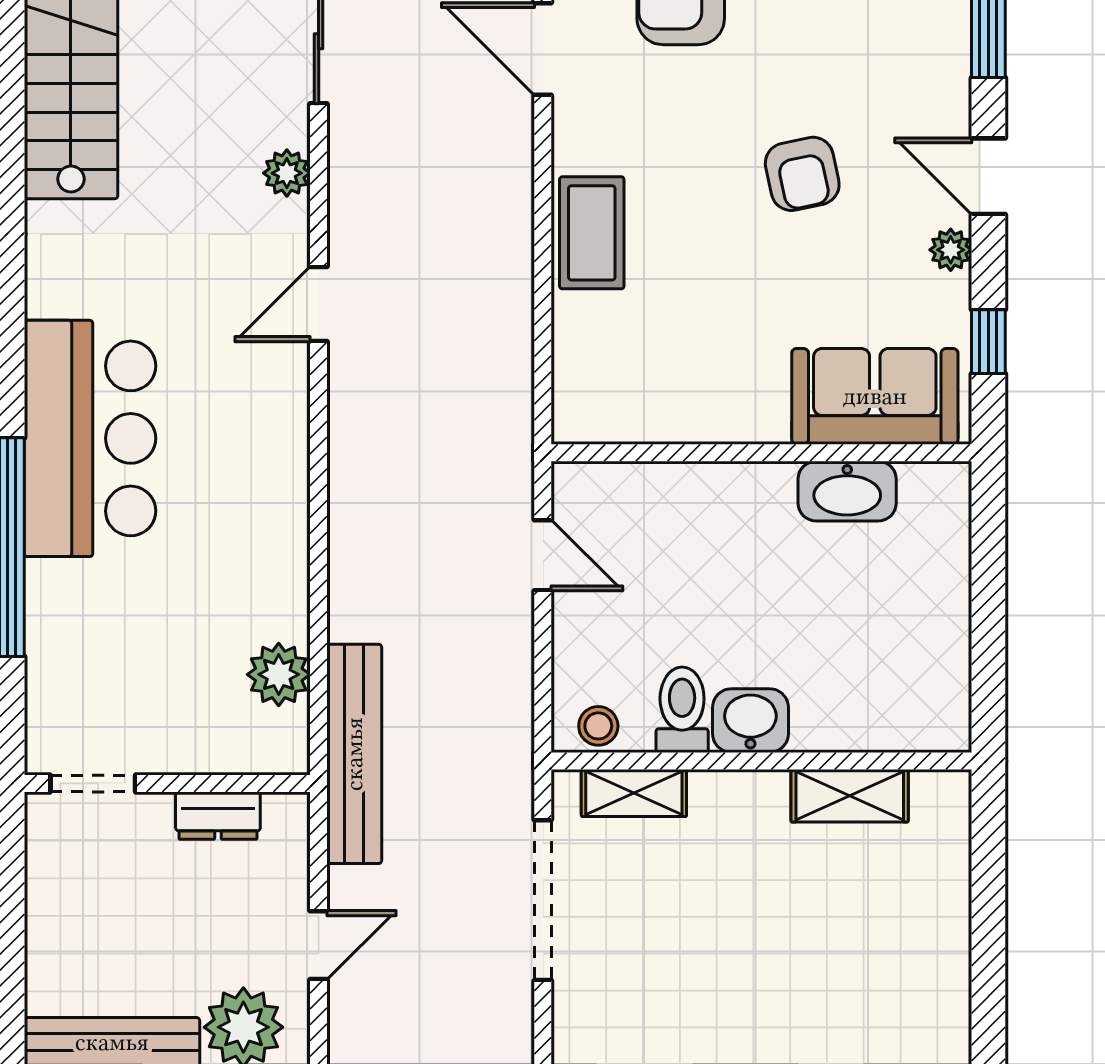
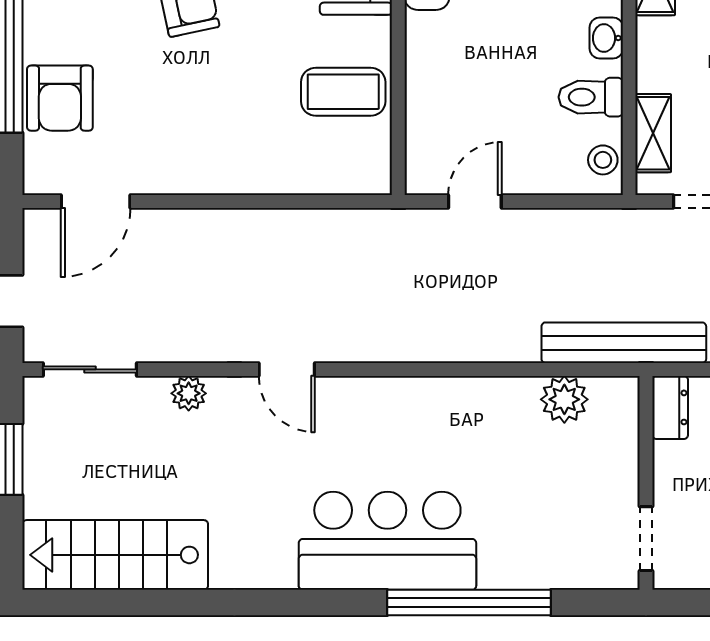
coffee table: (592, 233) -> (343, 92), moved
washbasin: (750, 721) -> (606, 38), width x0.72, depth x0.69
dresser: (218, 816) -> (670, 407), moved

